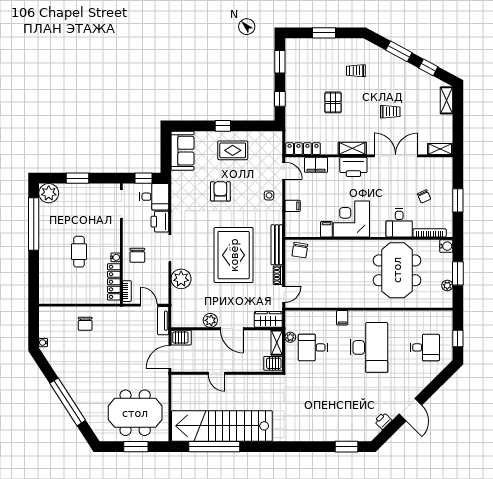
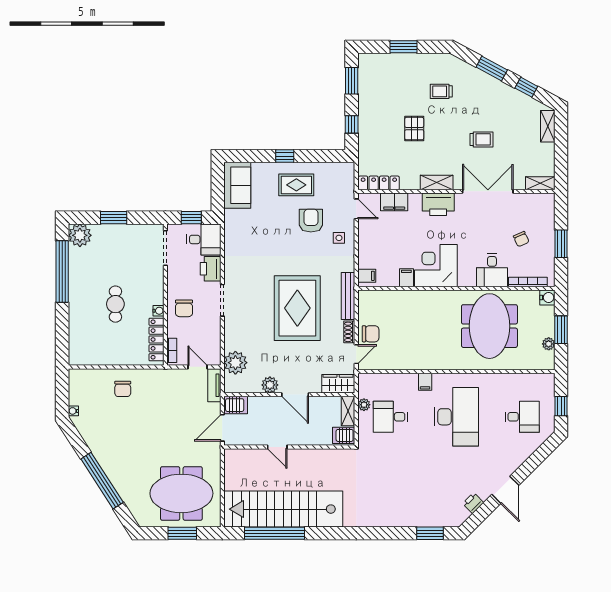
armchair: (220, 191) -> (311, 221), moved
filing cabinet: (293, 206) -> (367, 276), moved
chair: (300, 250) -> (371, 334), moved, turned -99
plant: (181, 279) -> (235, 363), moved

